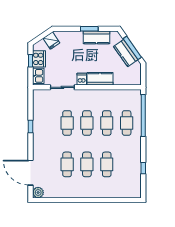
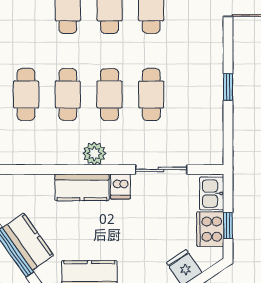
plant: (94, 95) -> (94, 153), added

